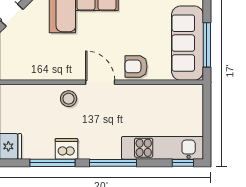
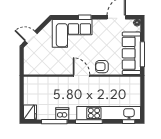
stool: (69, 99) -> (63, 85), removed
kitchen unit: (162, 148) -> (109, 113), width x1.36

